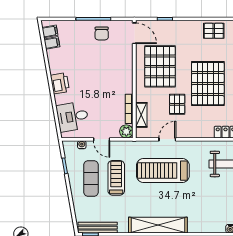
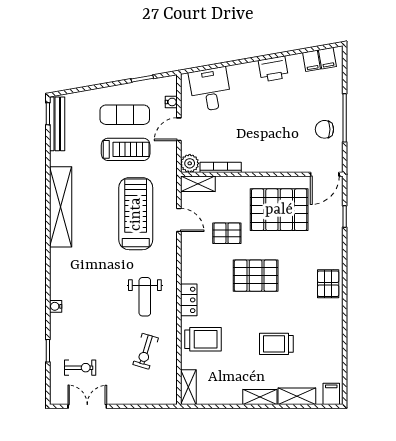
printer: (60, 83) -> (273, 69), moved
pallet: (208, 84) -> (256, 276), width x0.73, depth x0.71
shelving: (141, 115) -> (198, 184), moved

